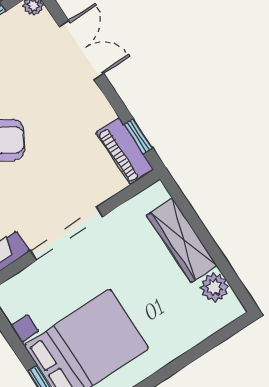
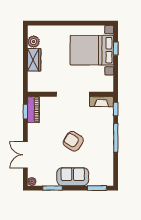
wardrobe: (182, 240) -> (34, 60), width x0.67

